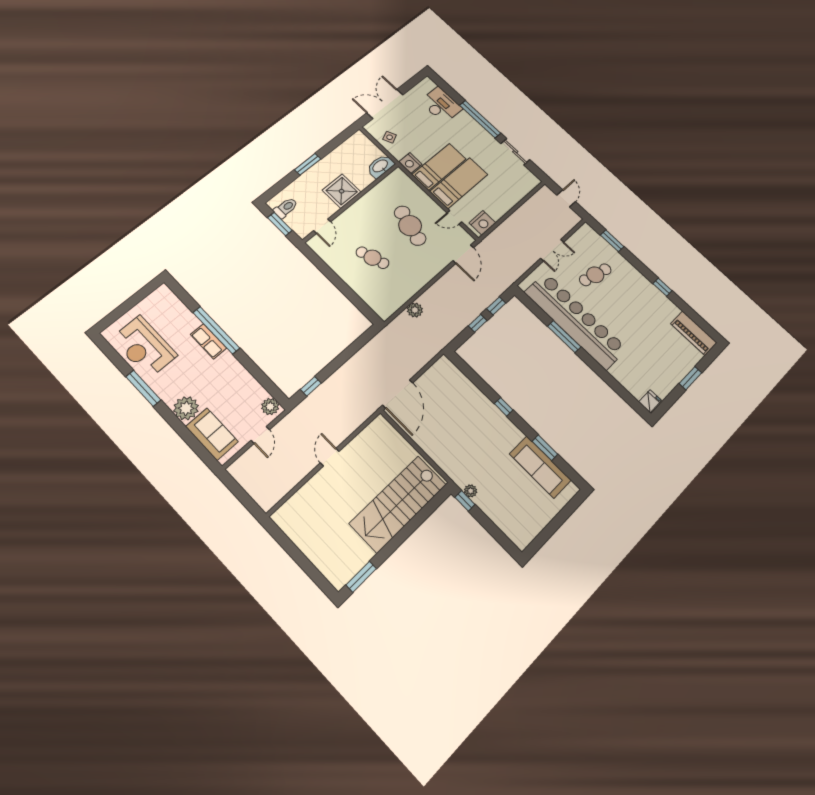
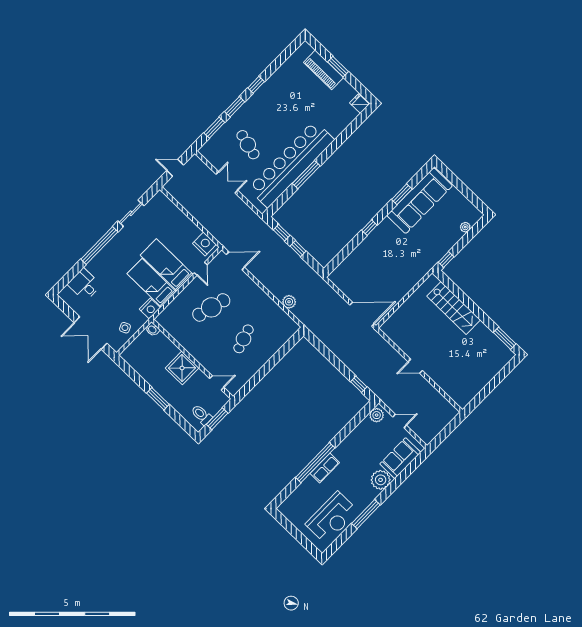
desk: (441, 105) -> (84, 285), width x0.73
washbasin: (380, 166) -> (152, 329), width x0.52, depth x0.69
window: (636, 263) -> (235, 107), added
piano: (694, 333) -> (324, 70), moved, turned 90
sofa: (540, 467) -> (420, 201), width x1.36, depth x1.27
plant: (471, 491) -> (465, 227), moved
stairs: (398, 504) -> (454, 308), width x0.73, depth x0.66

